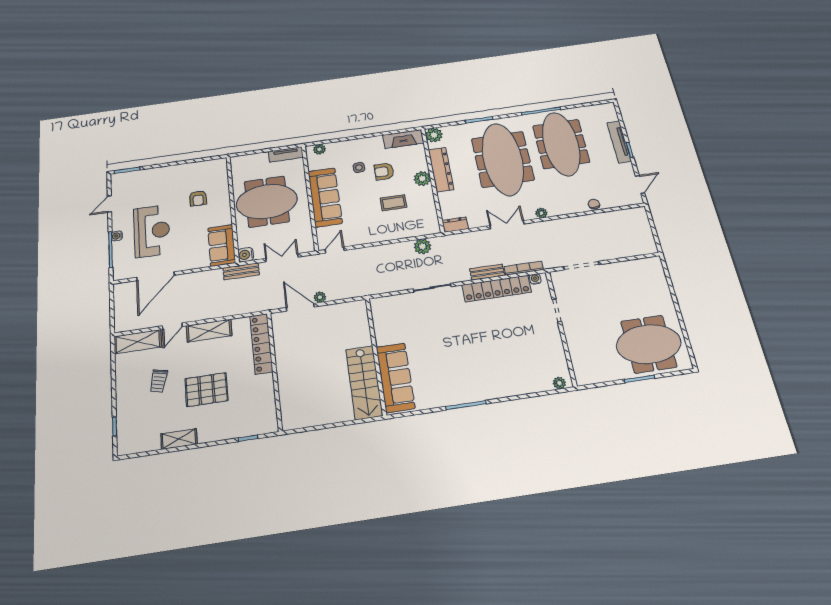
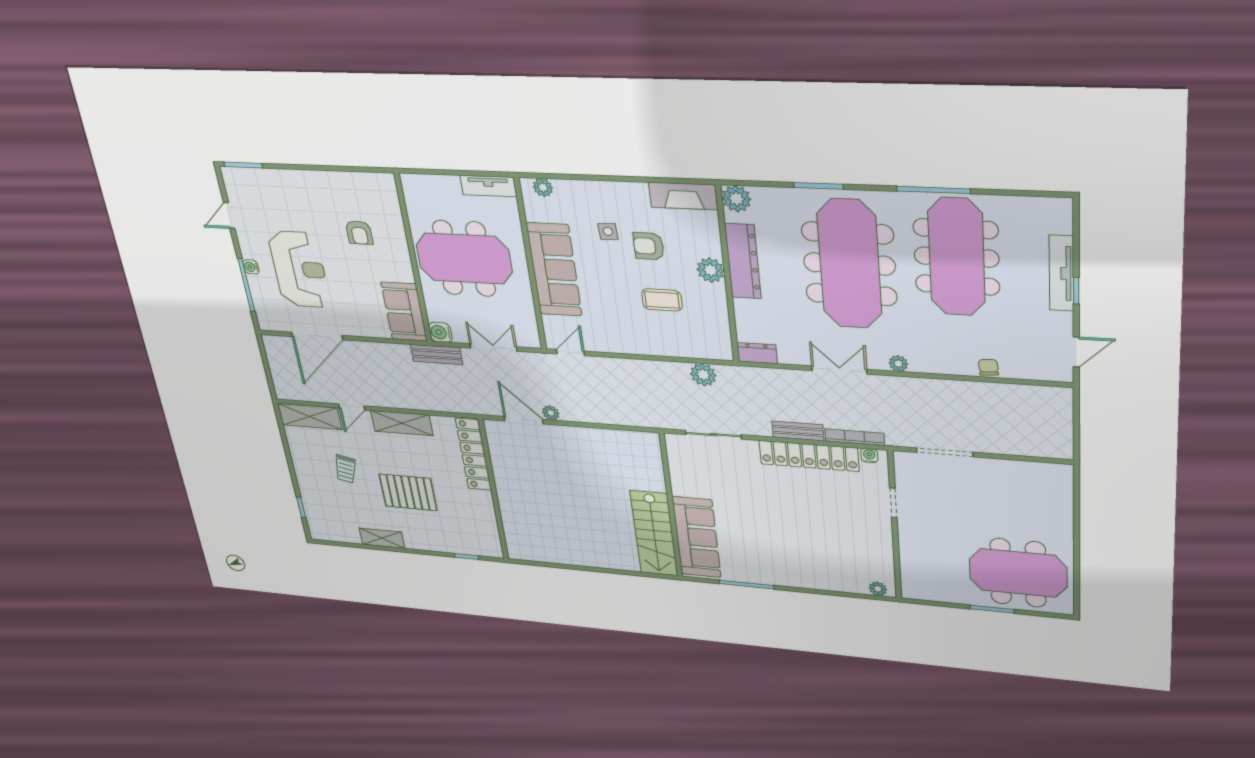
wall: (376, 356) -> (671, 506), moved
sofa: (396, 377) -> (697, 537), moved
stairs: (364, 382) -> (654, 533), moved

